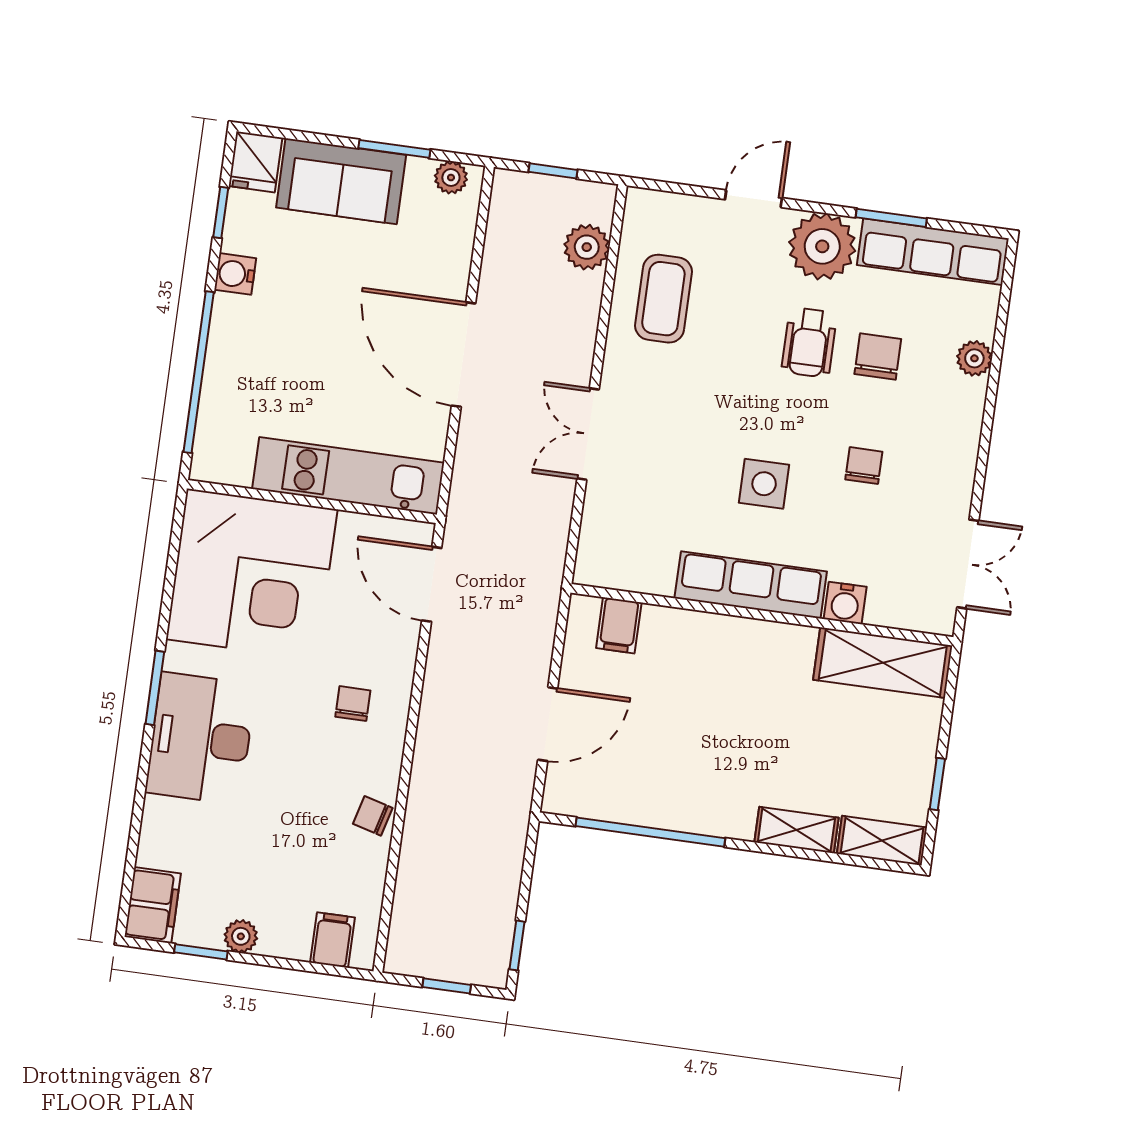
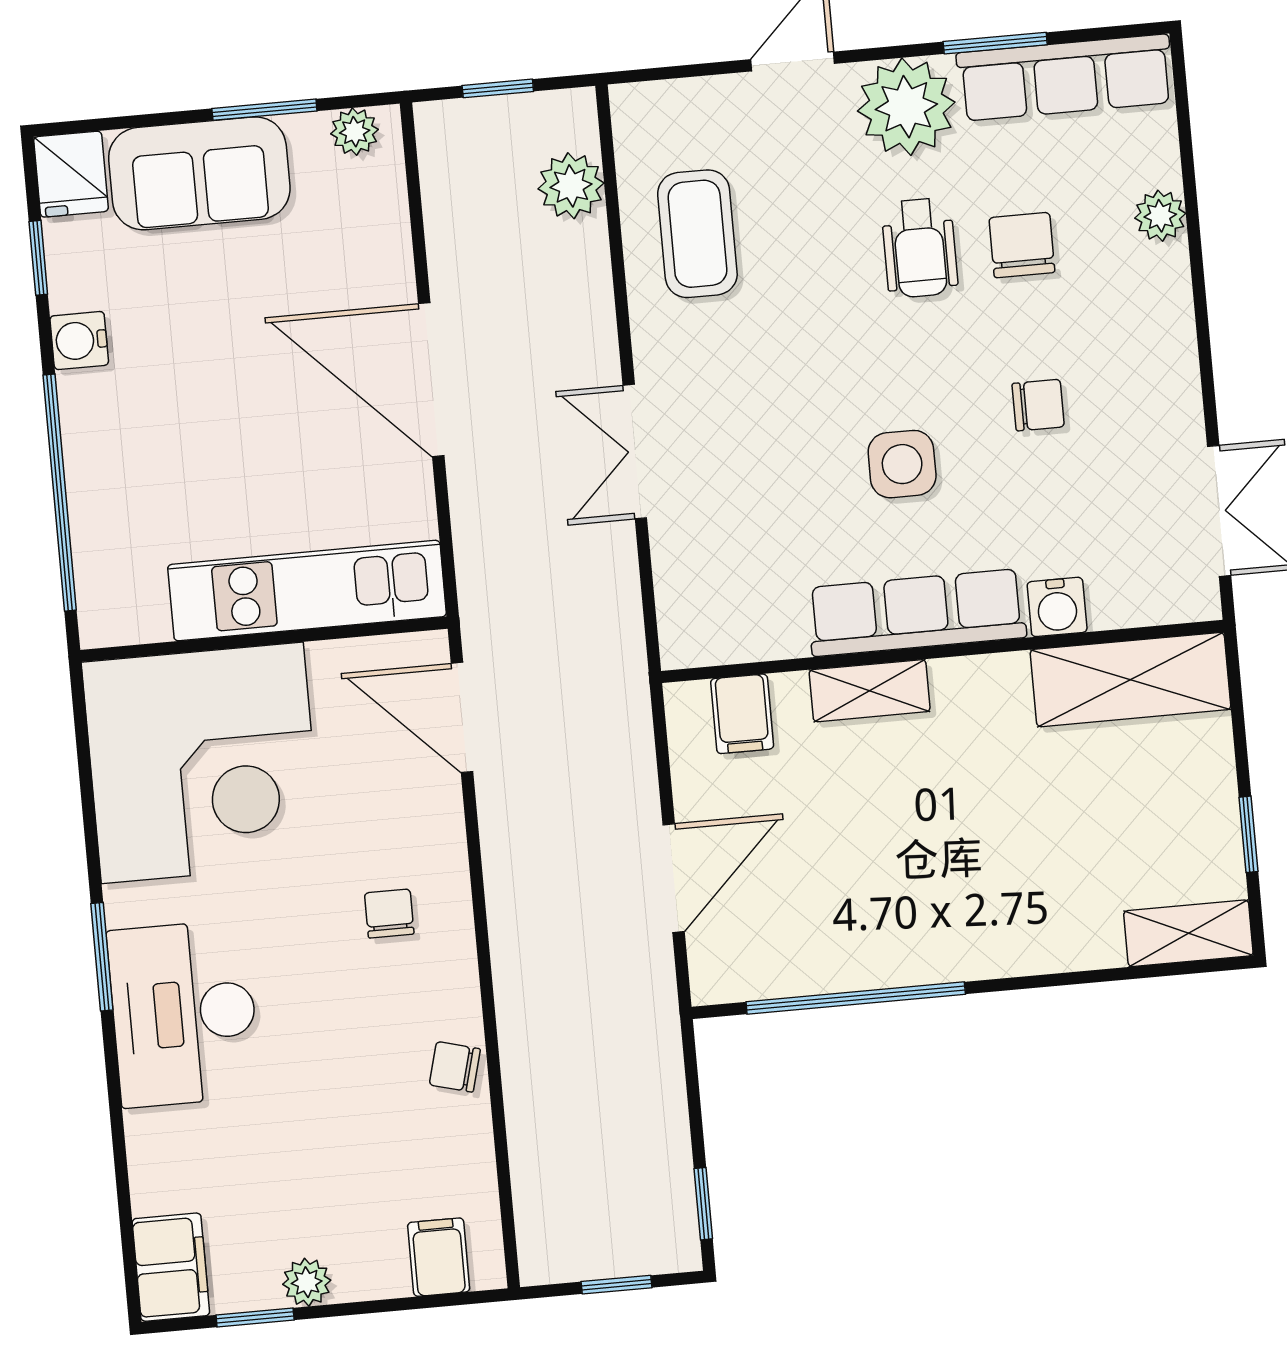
chair: (864, 466) -> (1038, 405), turned 90
shelving: (796, 830) -> (870, 691), moved

